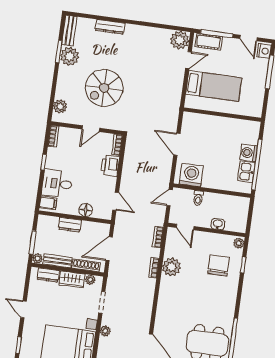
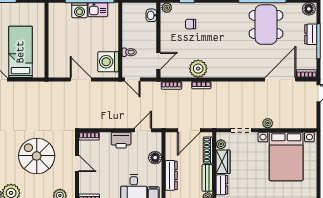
spiral stairs: (104, 88) -> (37, 156), turned 180
door: (177, 144) -> (81, 79), swing flipped
printer: (110, 166) -> (121, 140), moved
washbasin: (218, 224) -> (151, 15), moved
dresser: (70, 225) -> (171, 175), width x1.44
door: (109, 249) -> (189, 130), hinge flipped
chair: (219, 265) -> (191, 24), width x0.54, depth x0.54

